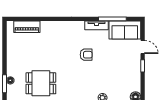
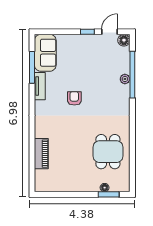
piano: (27, 27) -> (41, 154), moved
door: (143, 47) -> (110, 32), moved

